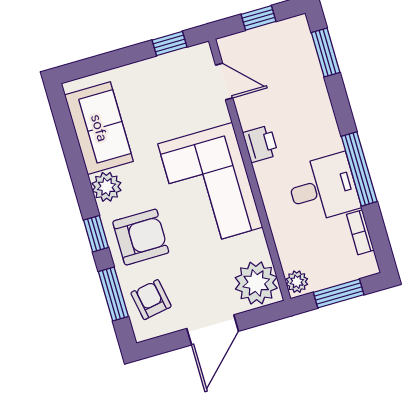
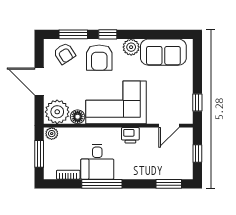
floor lamp: (255, 245) -> (78, 117), added
armchair: (151, 300) -> (65, 53), turned 67

